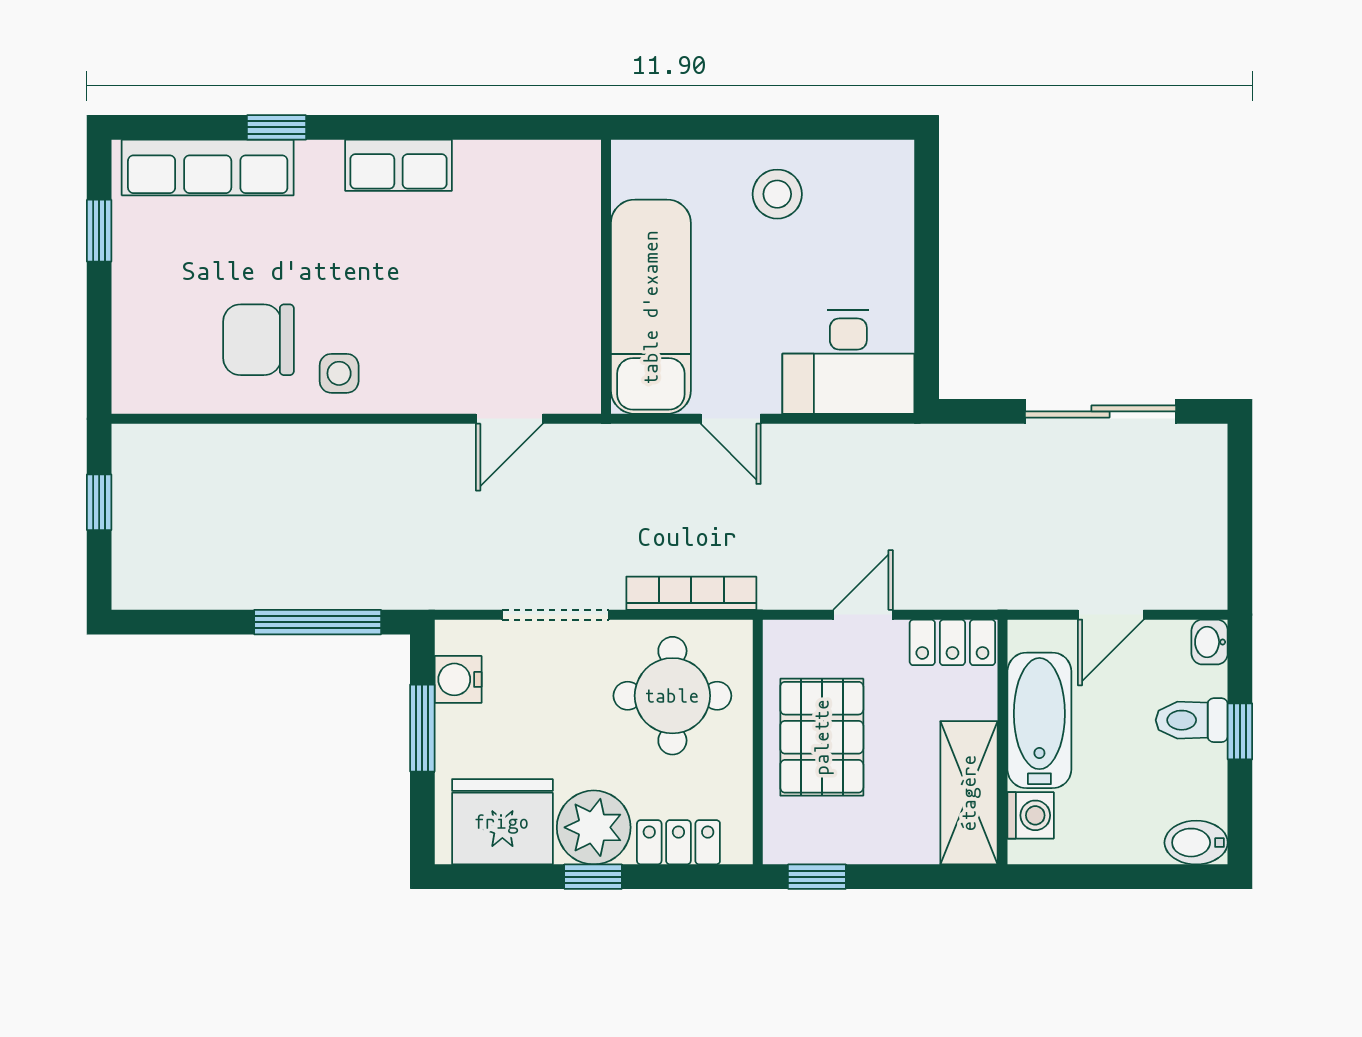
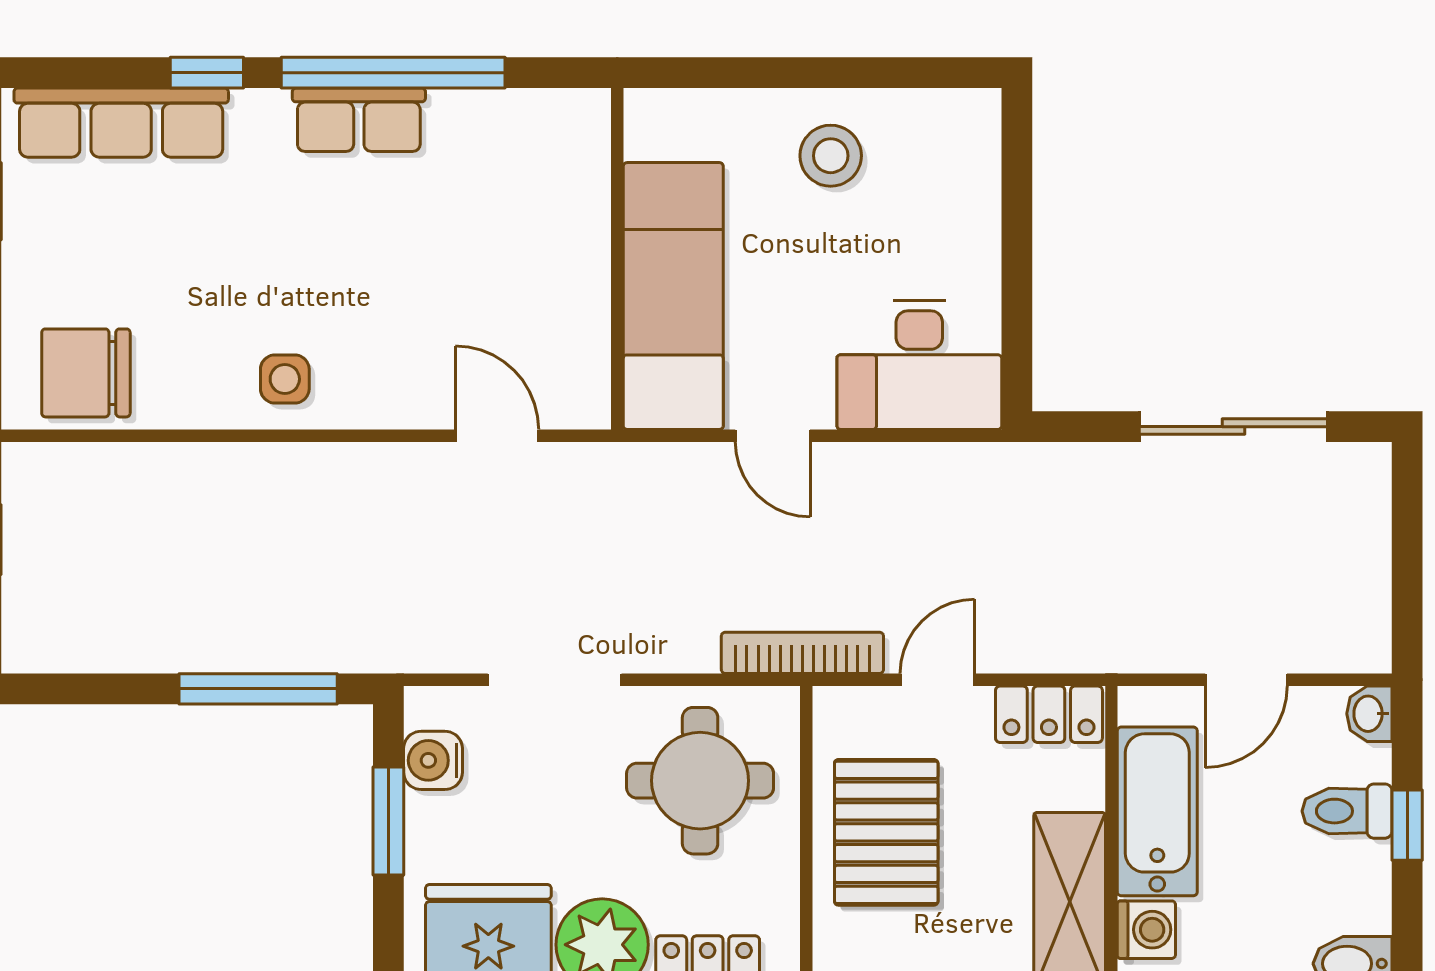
window: (426, 127) -> (393, 73), added
chair: (259, 340) -> (86, 373), moved
door: (509, 419) -> (497, 436), swing flipped
bookcase: (691, 593) -> (802, 653), moved

